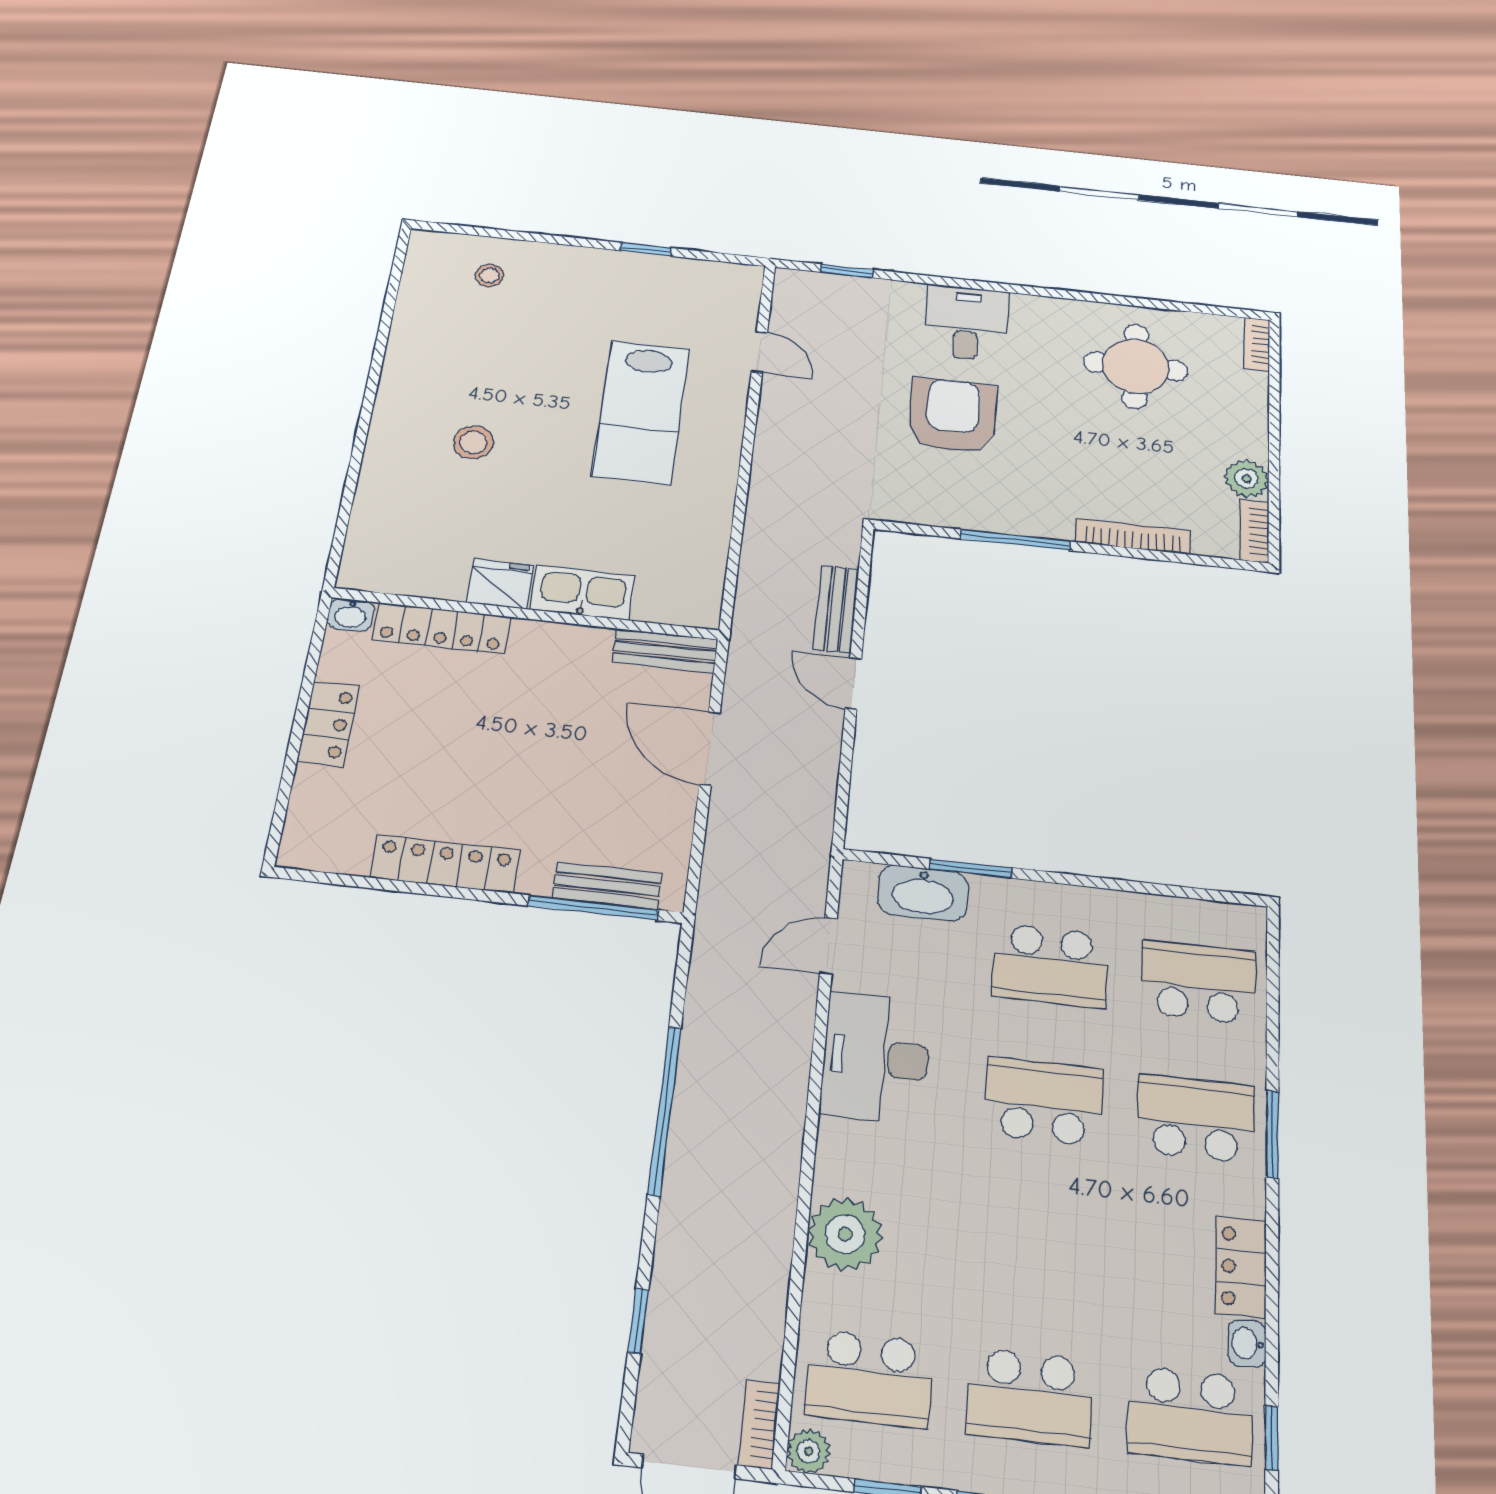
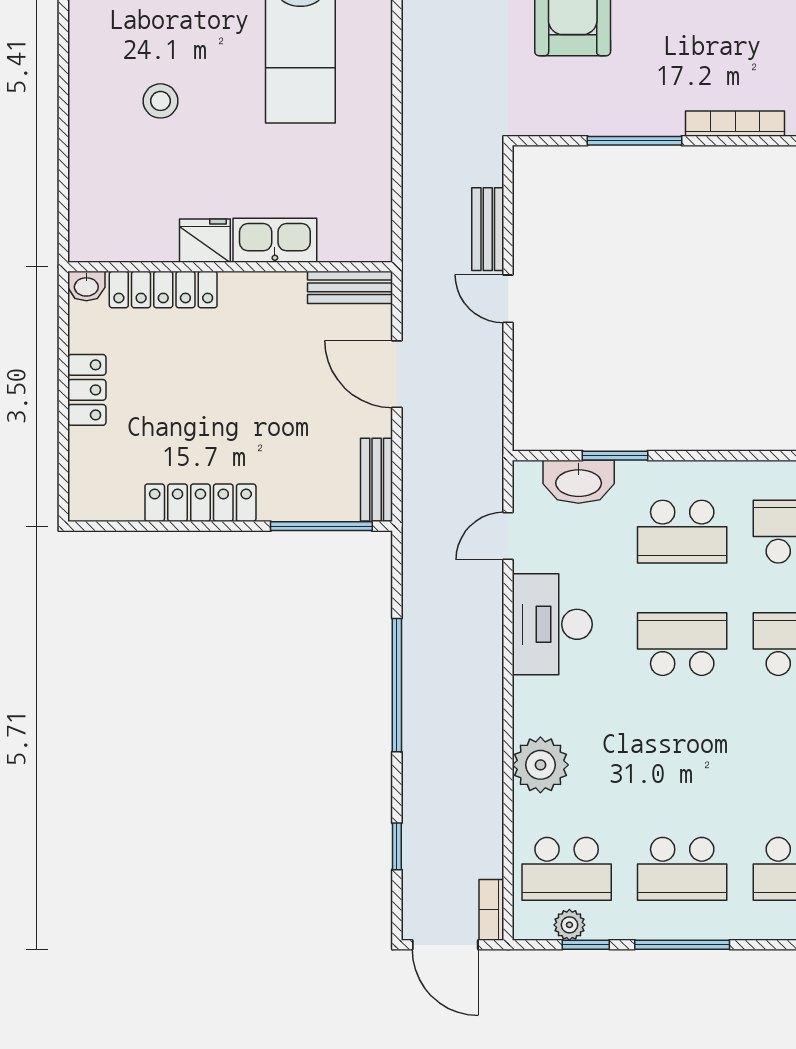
bench: (607, 886) -> (377, 480), moved, turned 90
plant: (809, 1451) -> (569, 925), moved

